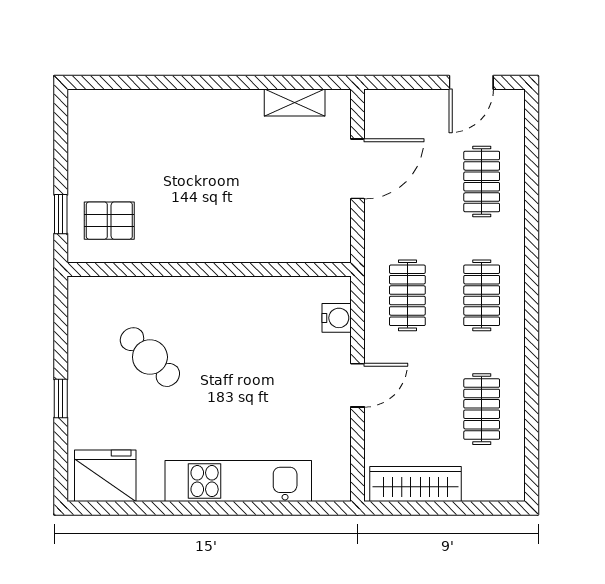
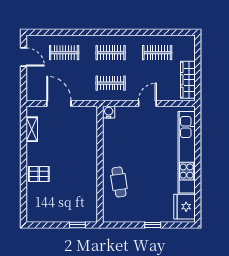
pallet: (109, 221) -> (39, 174), moved, turned 90
water cooler: (337, 318) -> (109, 112), moved
cafe table: (150, 357) -> (119, 182), moved, turned -54
door: (357, 385) -> (147, 104), hinge flipped
kitchen unit: (238, 481) -> (187, 152), width x1.36

